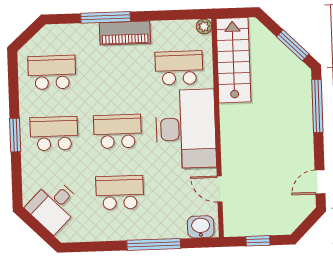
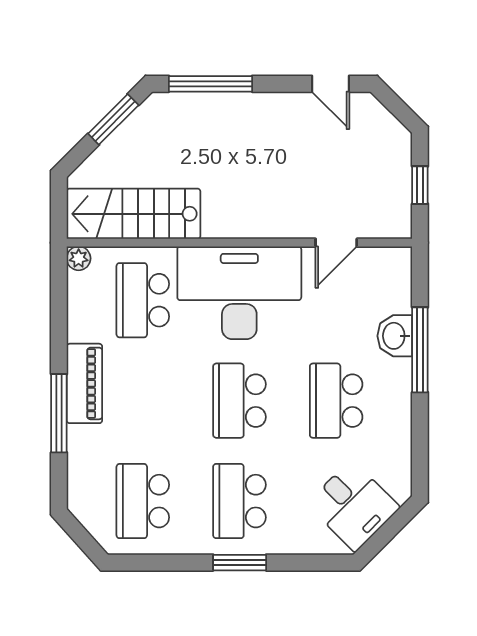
washbasin: (201, 227) -> (395, 336), moved

